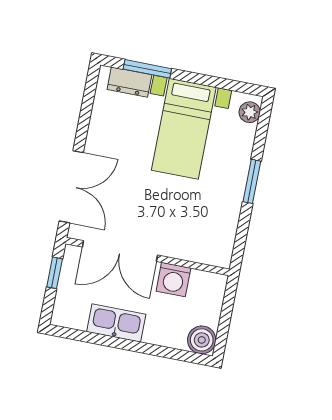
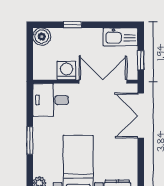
desk: (207, 238) -> (51, 100), added
kitchen sink: (116, 323) -> (120, 37), moved
window: (150, 349) -> (72, 25), added

